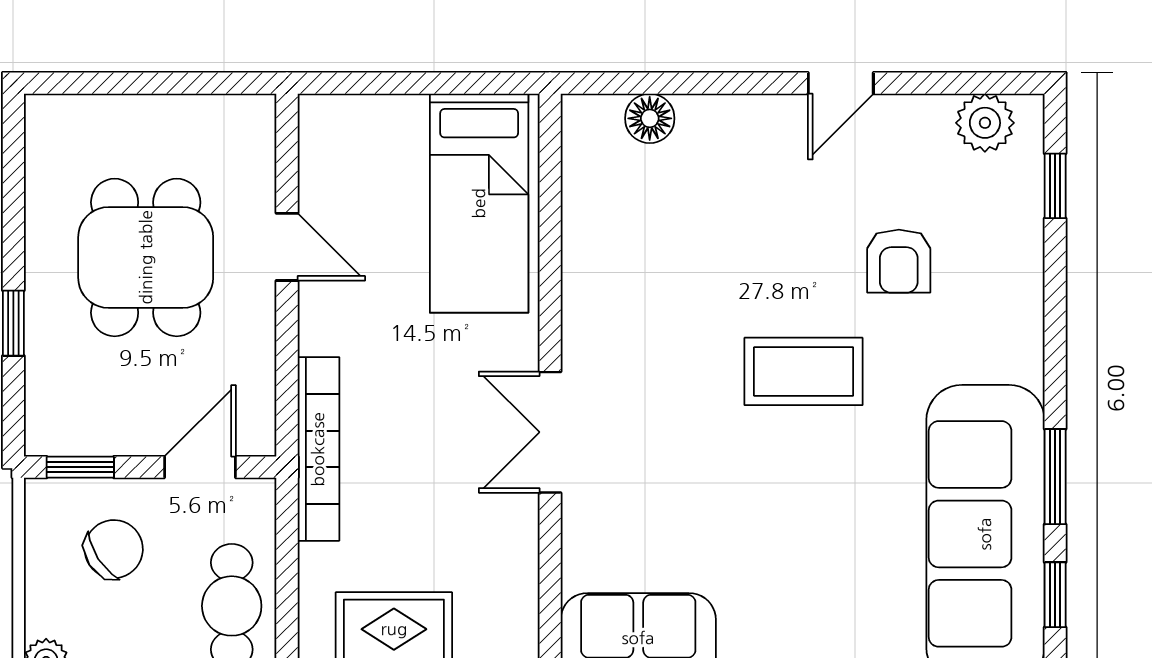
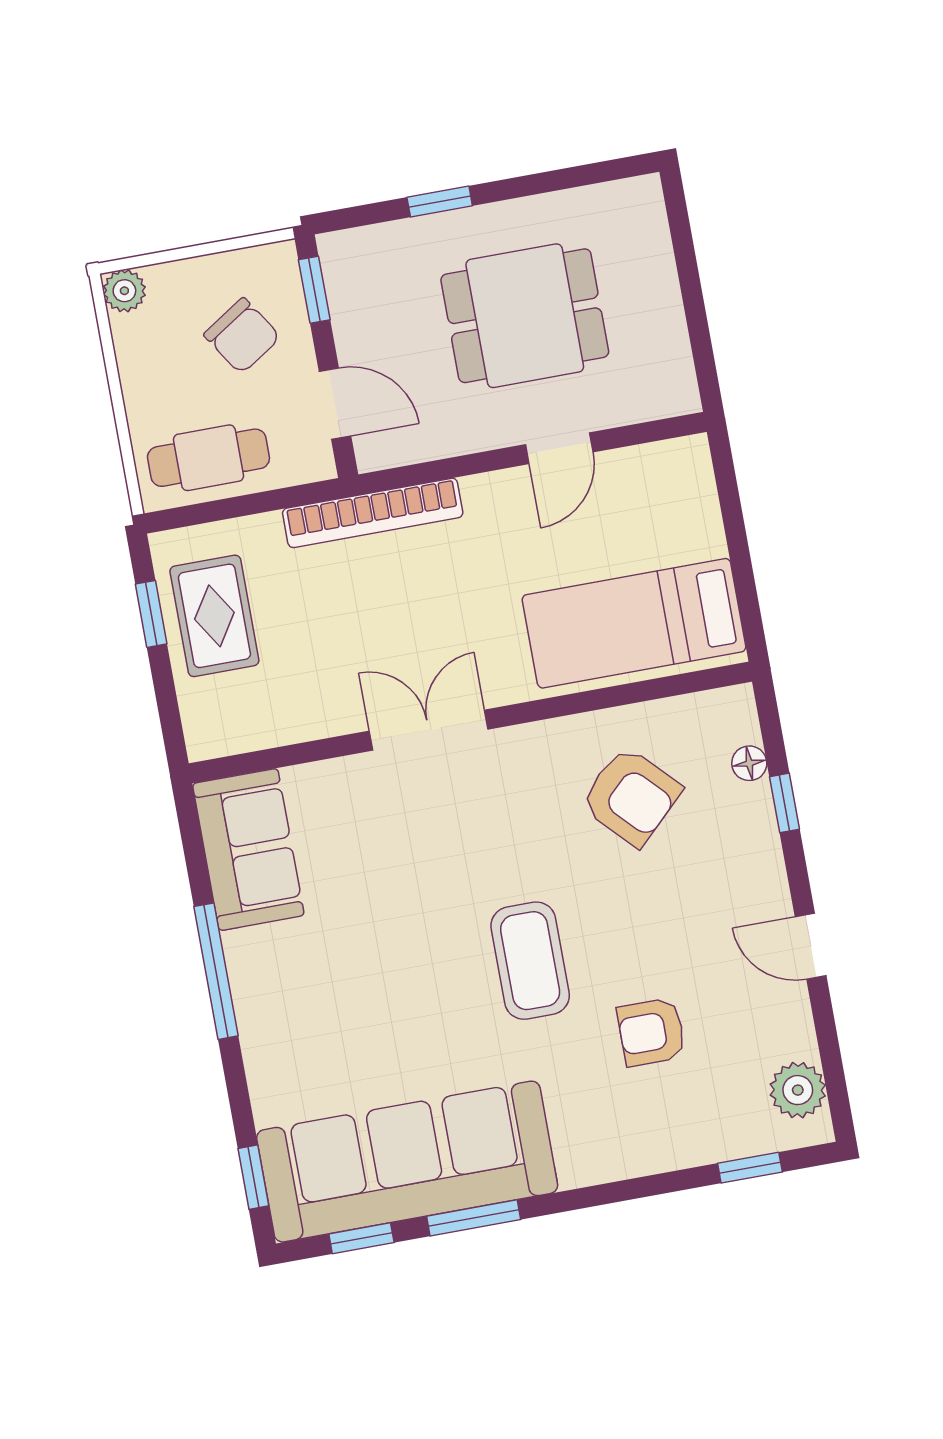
window: (690, 83) -> (785, 803), added
floor lamp: (650, 118) -> (749, 763), width x0.73, depth x0.73
armchair: (655, 238) -> (631, 796), added

